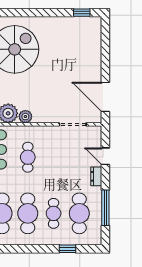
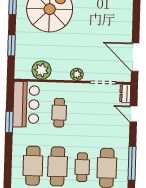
plant: (25, 117) -> (77, 74), moved
dresser: (96, 176) -> (125, 93), moved

